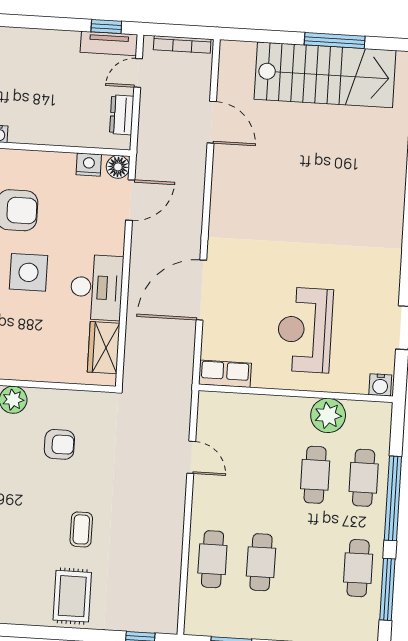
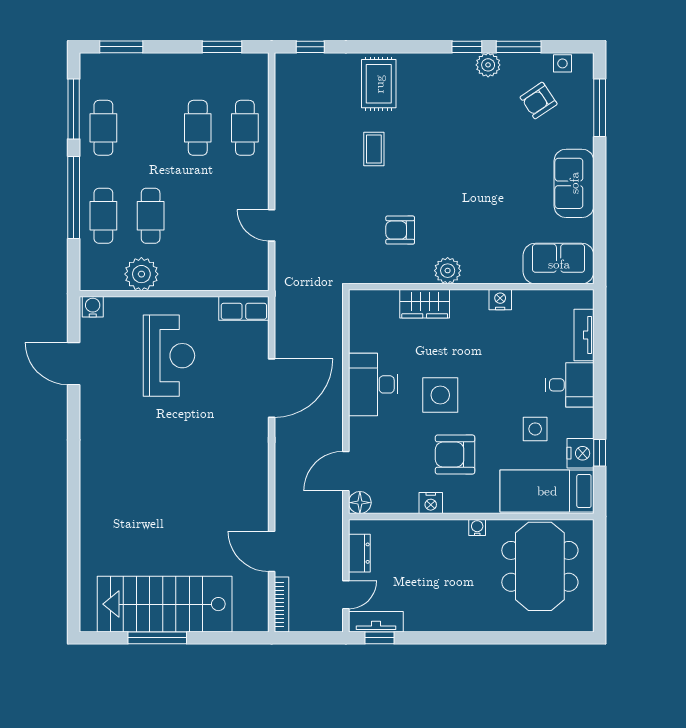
bookcase: (182, 44) -> (281, 605), moved, turned 90
nightstand: (89, 165) -> (431, 503), moved
wardrobe: (104, 348) -> (425, 304), moved, turned 90

